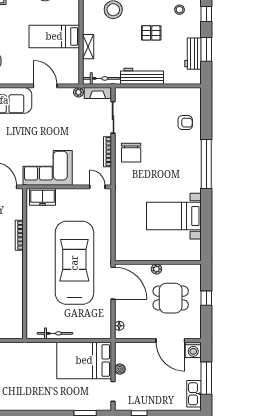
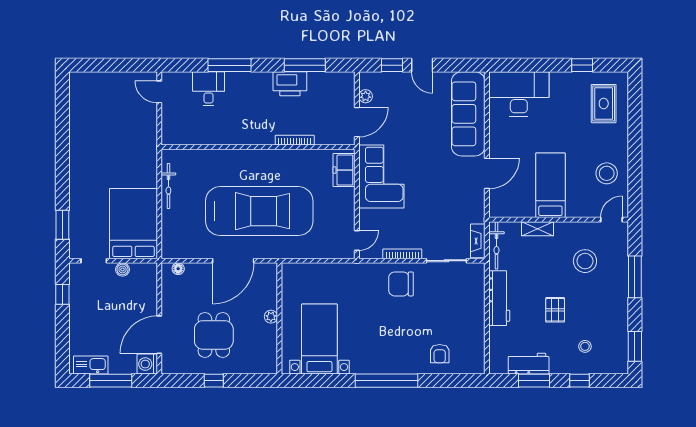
plant: (79, 92) -> (479, 216), removed
wall: (158, 262) -> (279, 318), moved
plant: (156, 269) -> (271, 317), moved

